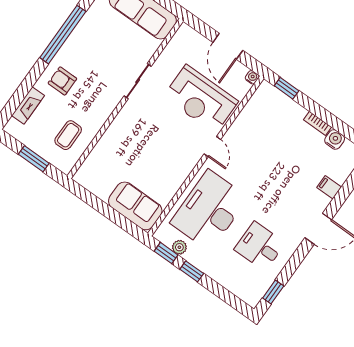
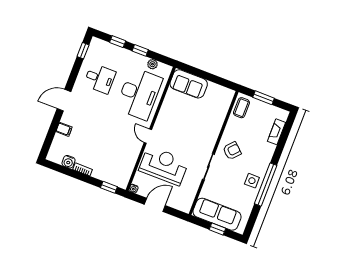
side table: (81, 45) -> (252, 181), added
door: (228, 46) -> (155, 205), hinge flipped
armchair: (62, 81) -> (232, 151), moved, turned -48
coffee table: (68, 135) -> (241, 108), moved
window: (166, 253) -> (118, 42), moved

